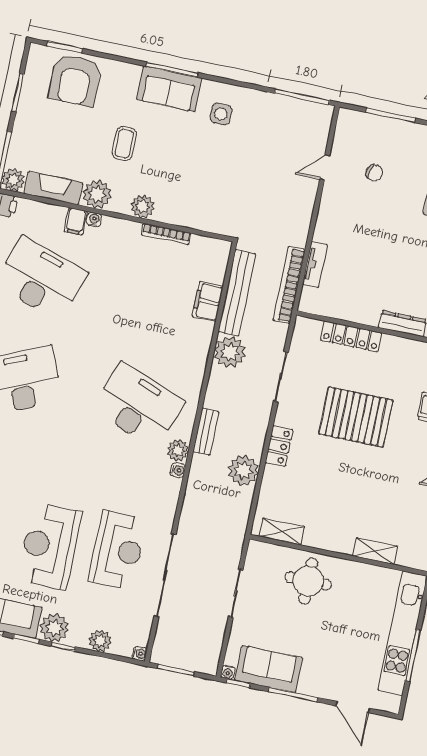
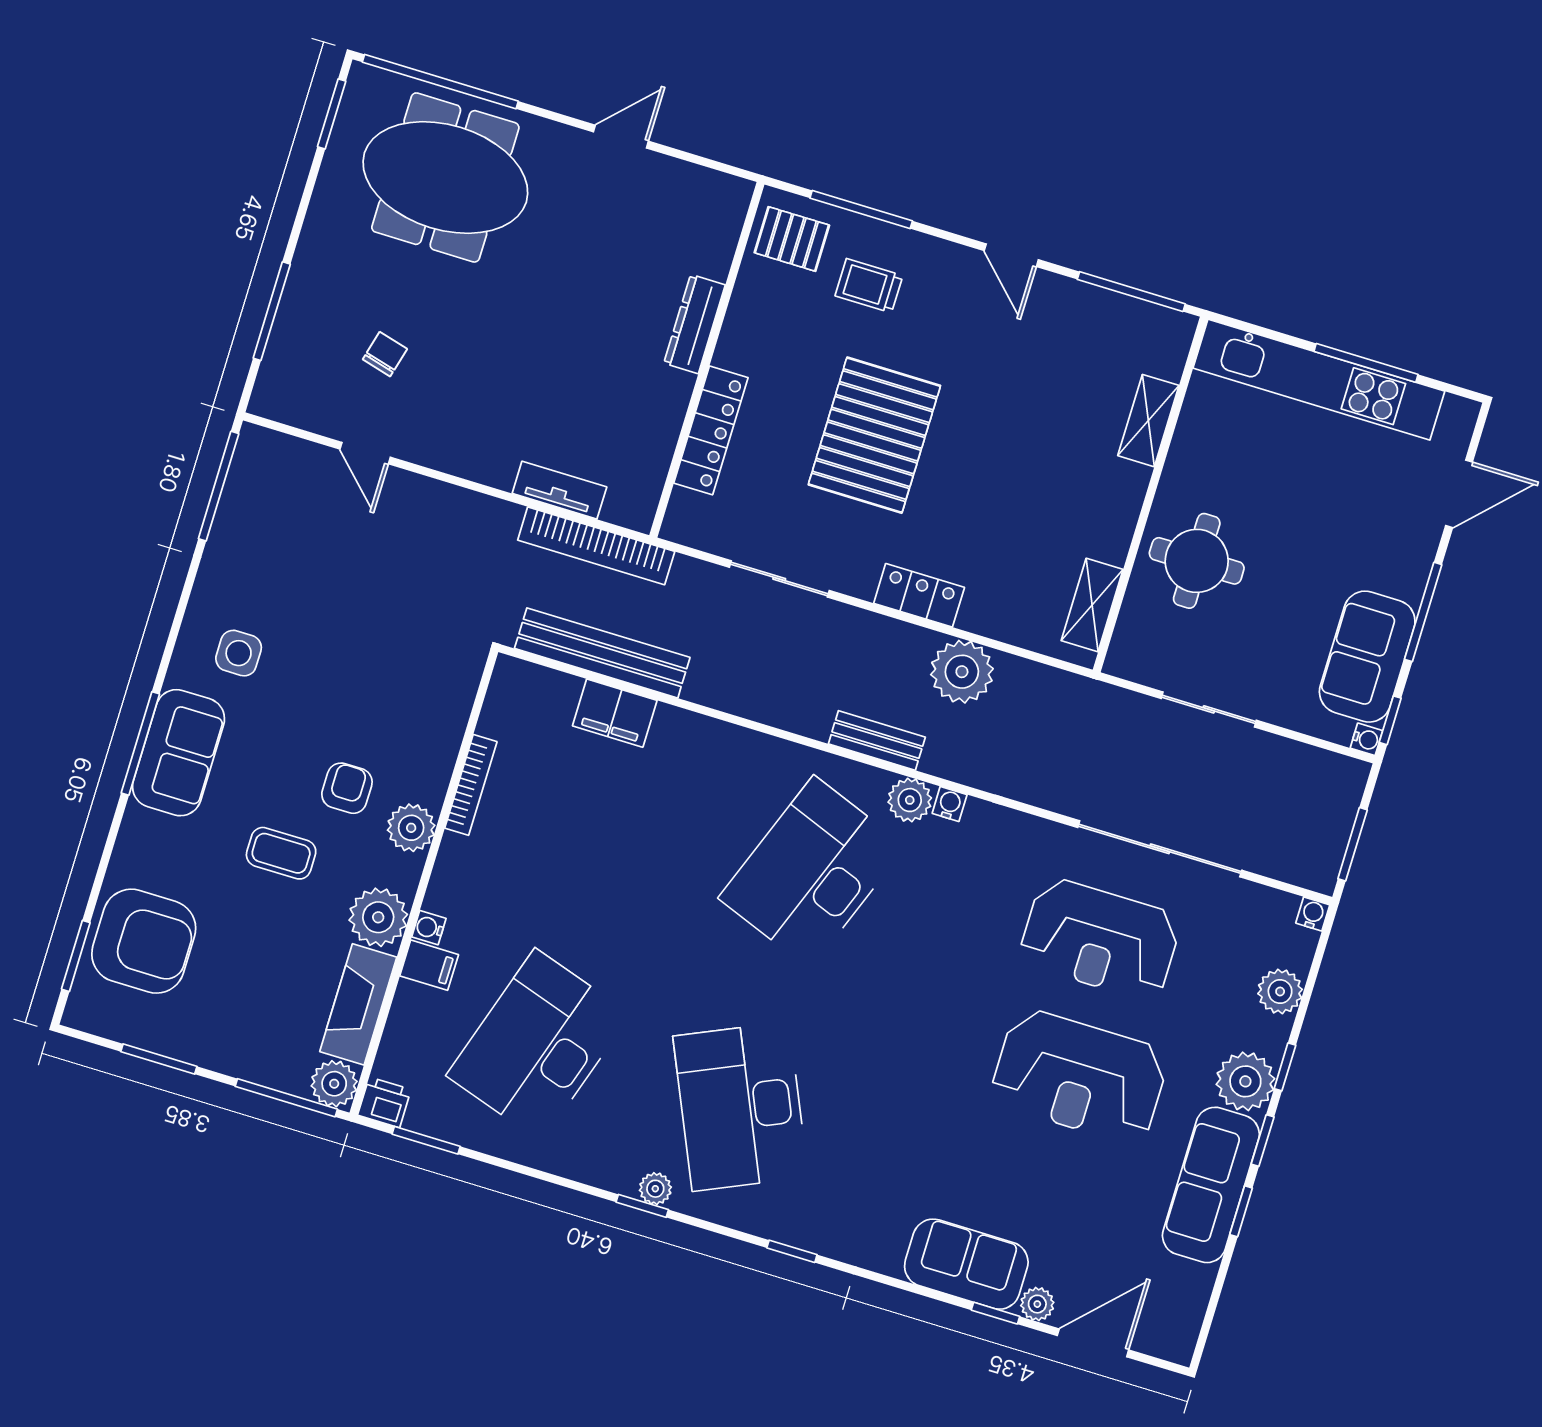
armchair: (159, 173) -> (347, 788), added
plant: (230, 352) -> (721, 678), removed
reception desk: (118, 550) -> (1100, 939), turned 180

